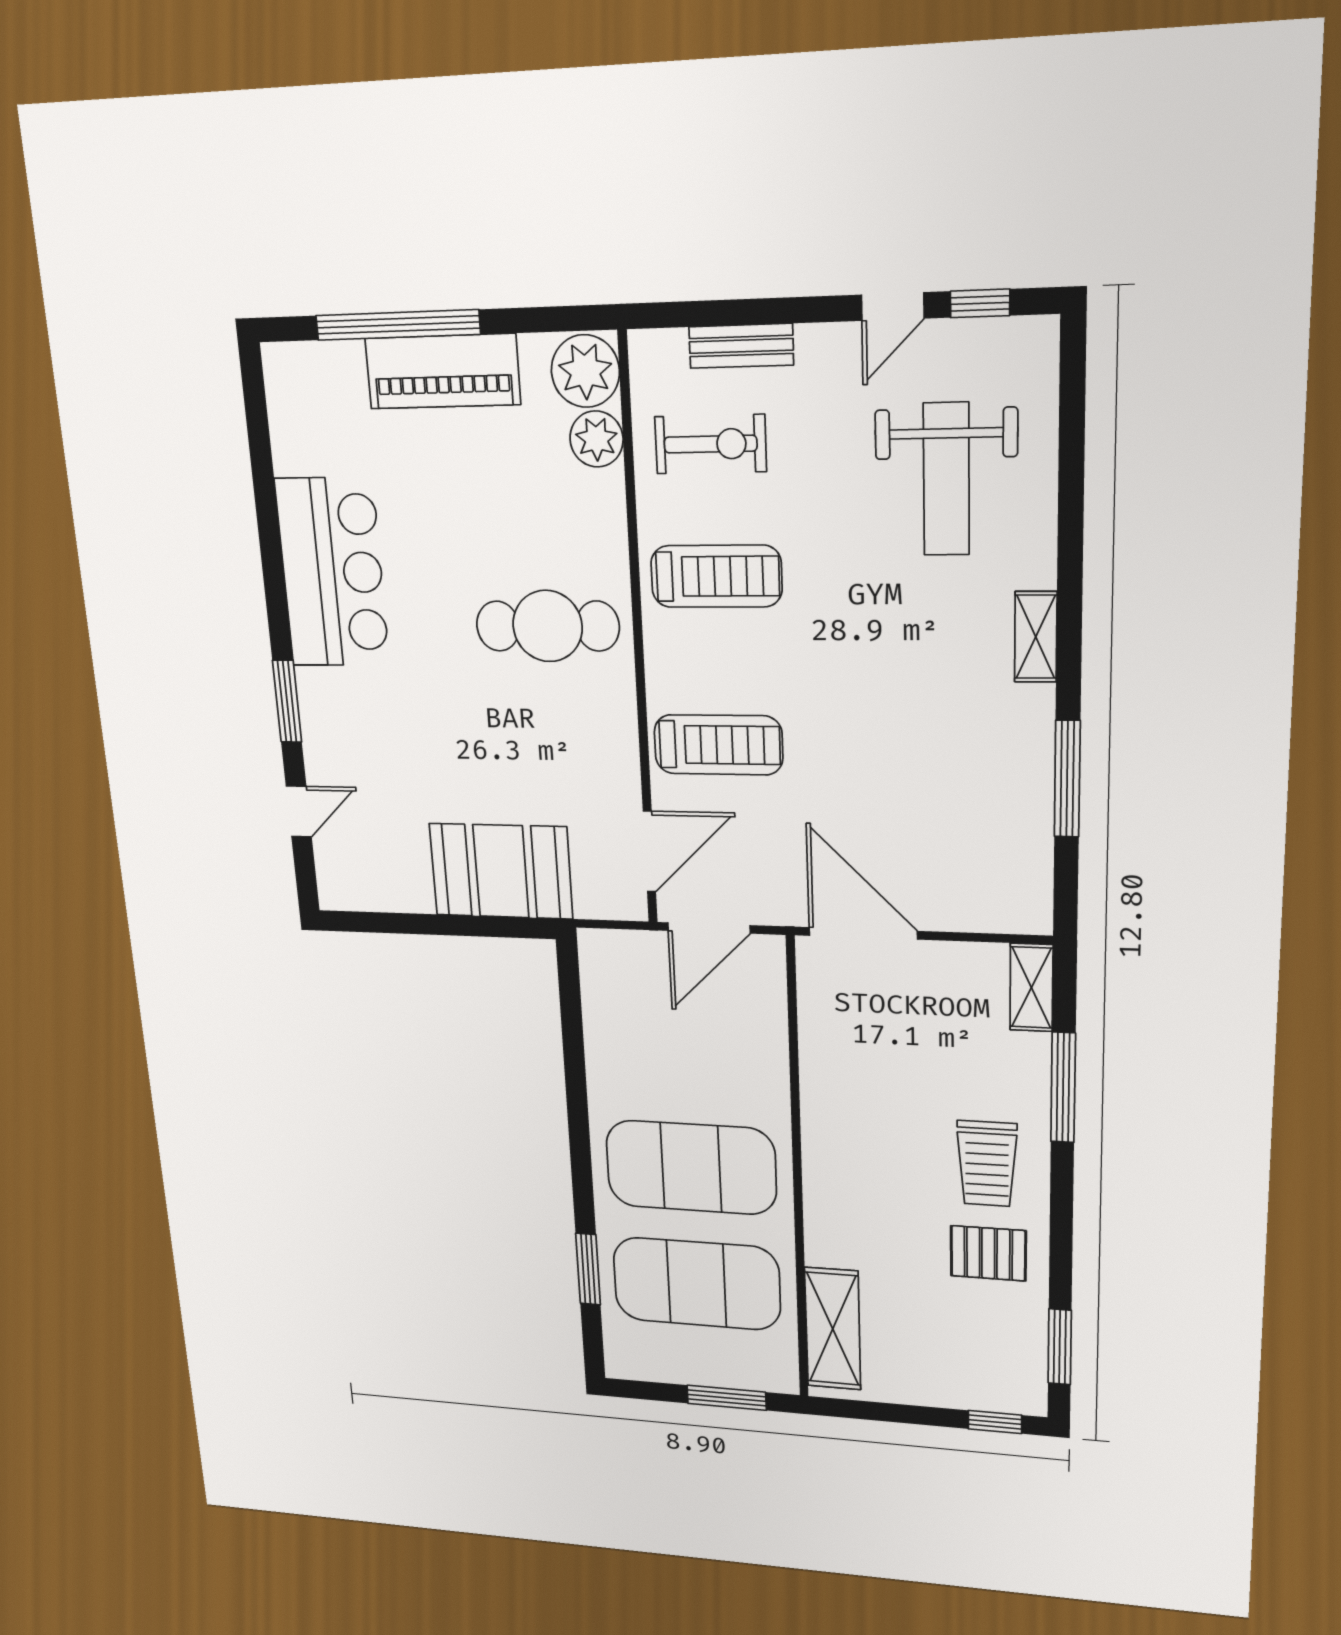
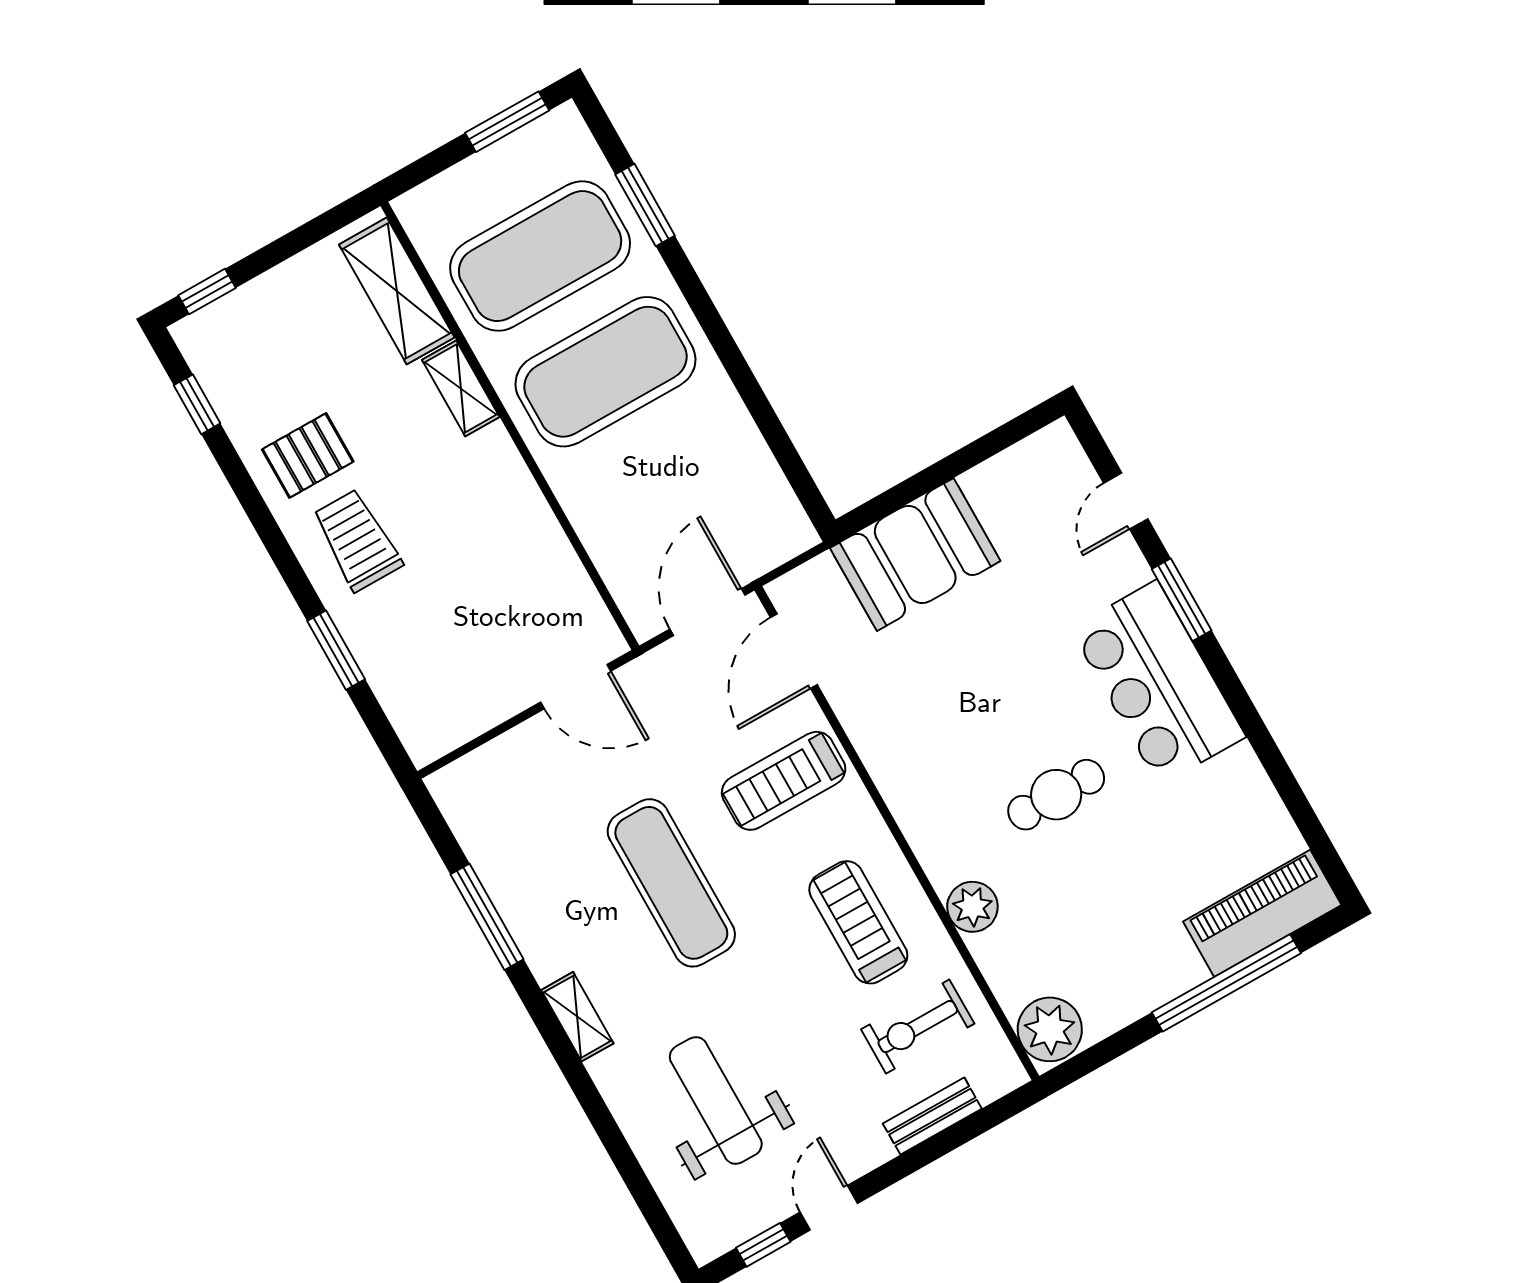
piano: (443, 371) -> (1262, 913), moved
plant: (596, 439) -> (972, 907), moved
bar counter: (332, 573) -> (1158, 683), moved
treadmill: (716, 576) -> (858, 922), turned 90
cafe table: (548, 626) -> (1056, 795), moved, width x0.73, depth x0.74
exercise mat: (873, 712) -> (671, 883), added
door: (863, 933) -> (576, 687), width x0.73
shelving: (1031, 987) -> (461, 388), moved
window: (1063, 1088) -> (336, 650), width x0.69
window: (1060, 1347) -> (197, 404), width x0.67
window: (727, 1398) -> (507, 122), moved

